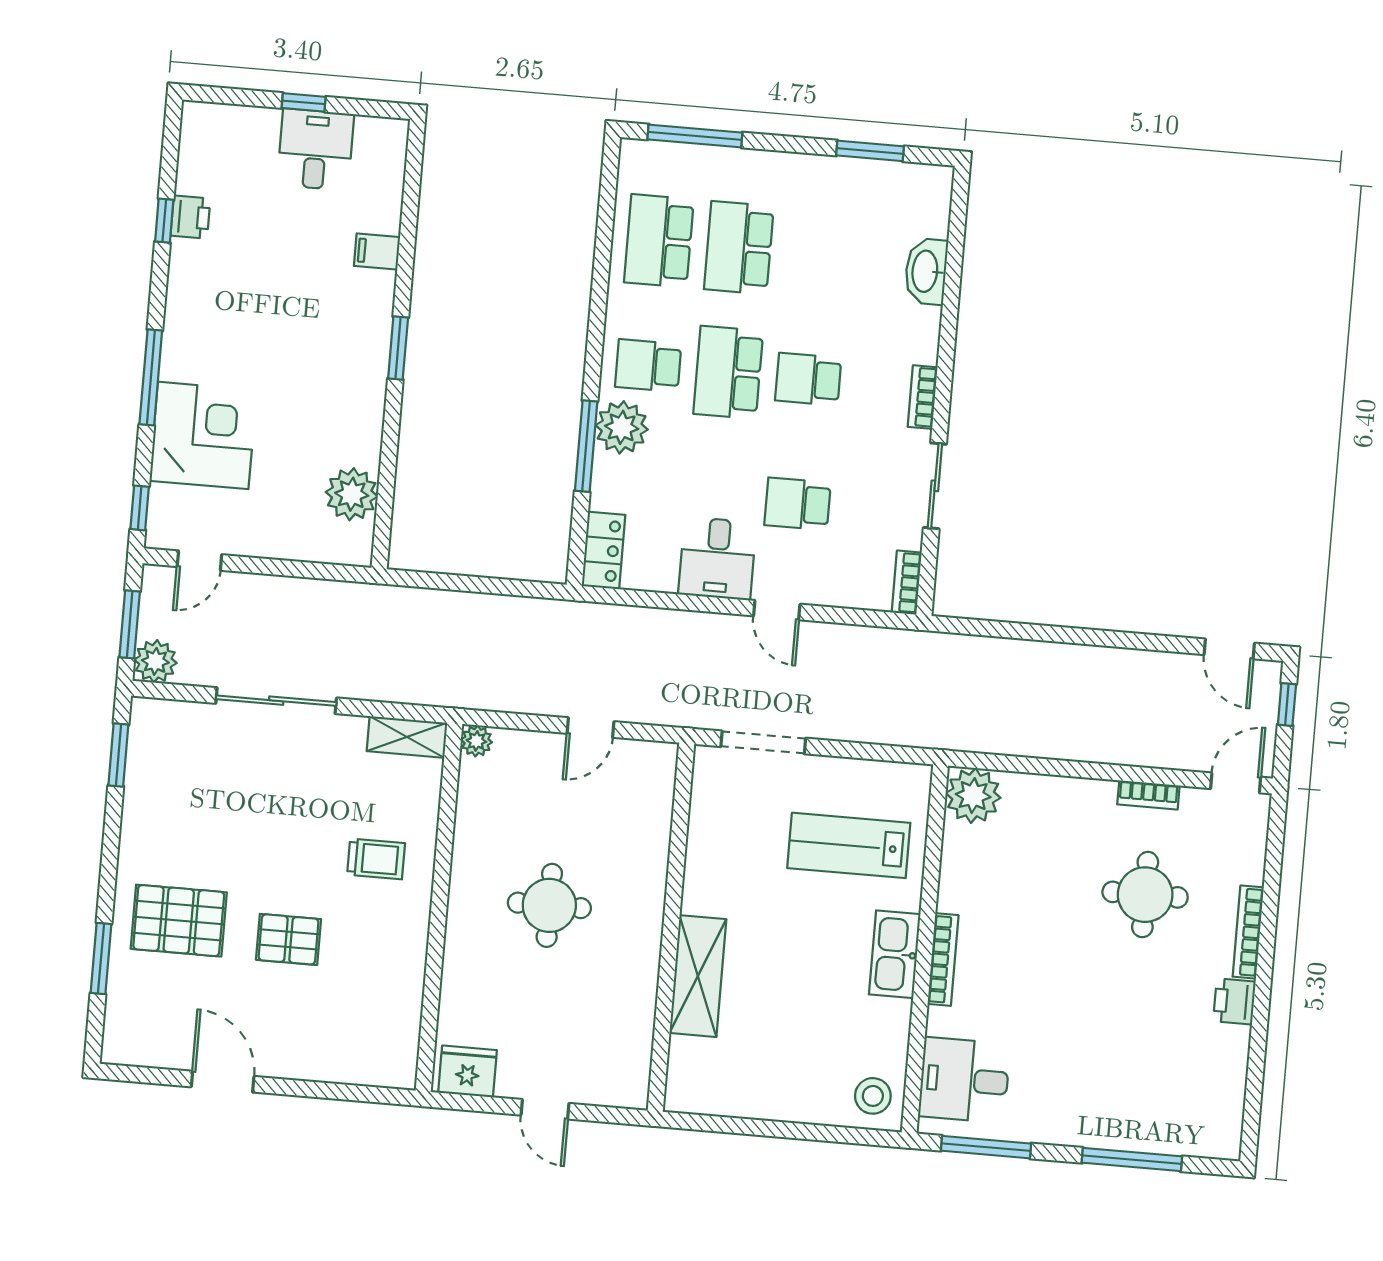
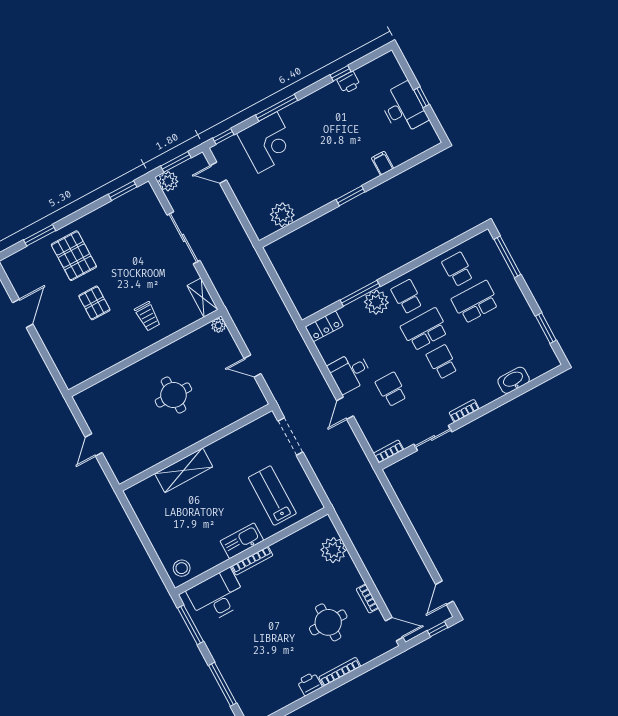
desk: (316, 149) -> (403, 108), width x1.37
school desk: (659, 241) -> (458, 269), width x0.54
plant: (973, 796) -> (333, 550), moved
fridge: (468, 1071) -> (89, 405), removed
desk: (964, 1080) -> (217, 596), width x1.37

